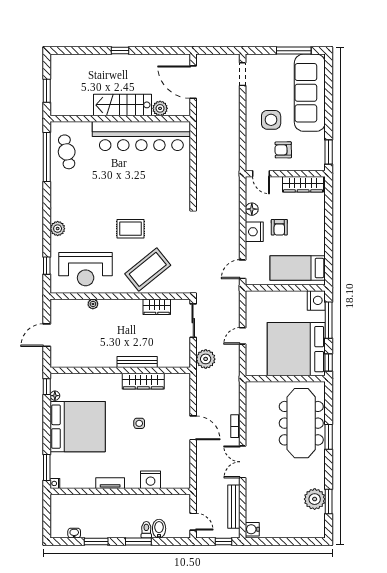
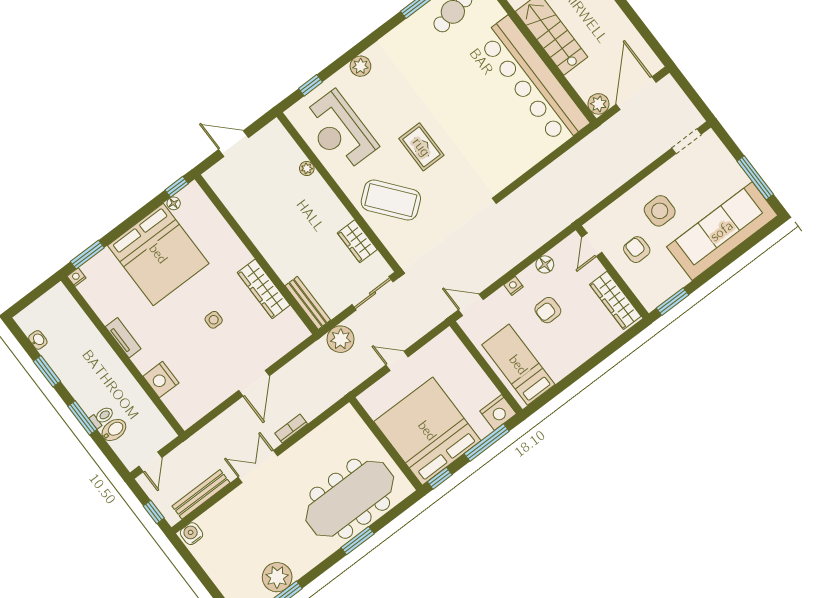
plant: (160, 108) -> (598, 104), moved
nightstand: (254, 232) -> (514, 286), width x0.53, depth x0.56
bench: (137, 362) -> (308, 303), moved

